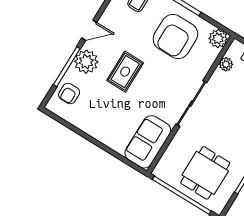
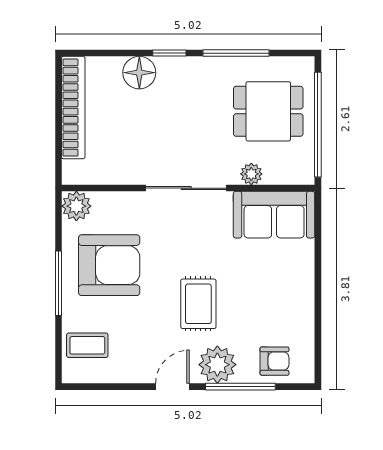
door: (89, 30) -> (173, 387), hinge flipped
plant: (226, 64) -> (251, 174), moved
rug: (125, 72) -> (198, 304), turned 90

